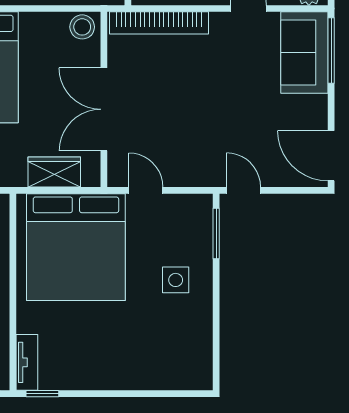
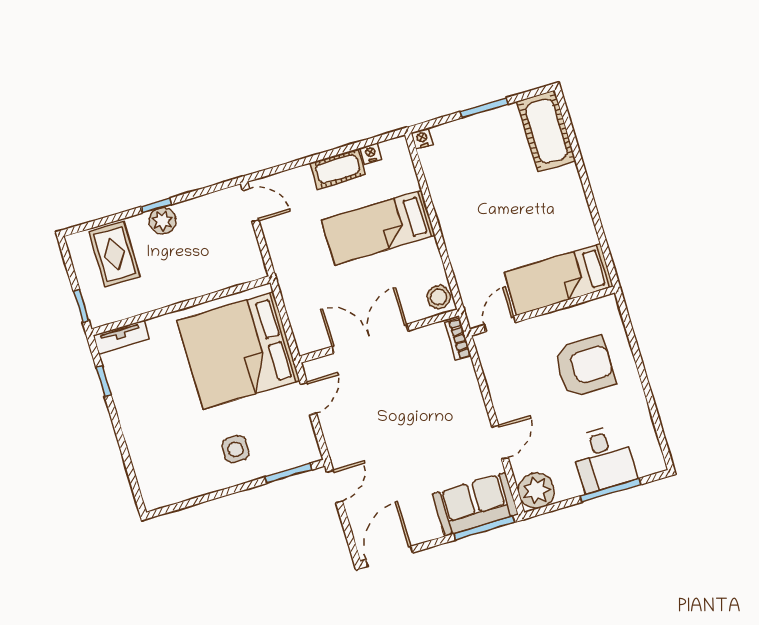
bookcase: (159, 23) -> (458, 339), width x0.43, depth x0.76
wardrobe: (54, 172) -> (300, 311), removed
window: (42, 394) -> (104, 381), moved

